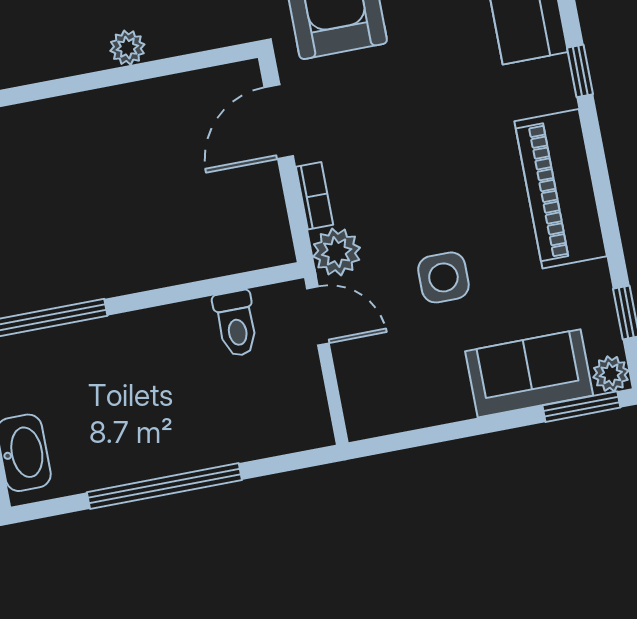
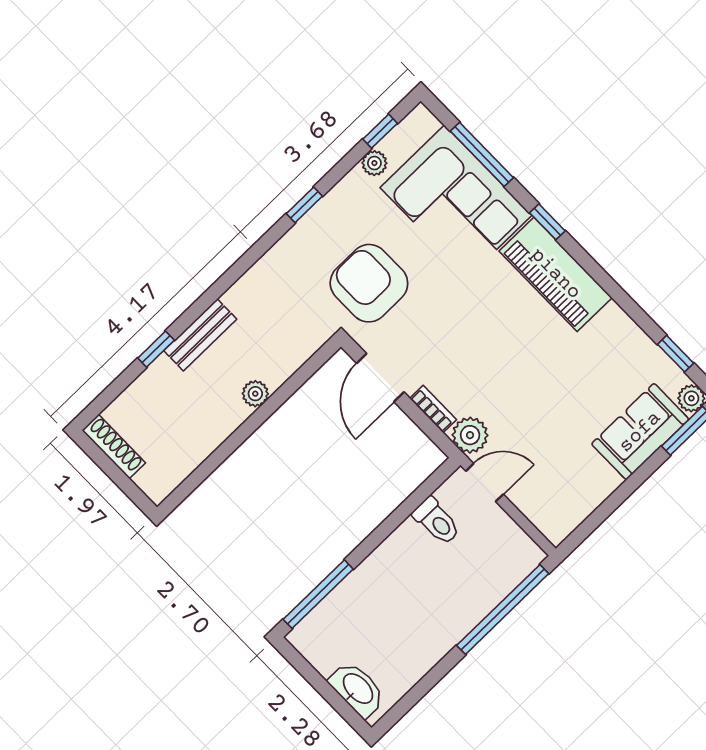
piano: (561, 189) -> (556, 274), moved
side table: (443, 277) -> (547, 407), removed
window: (164, 486) -> (503, 609), moved

